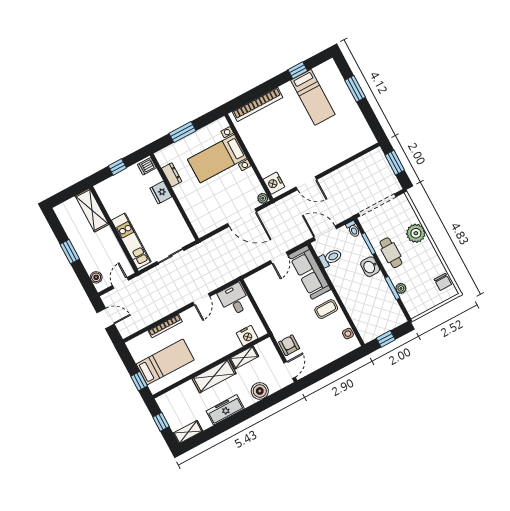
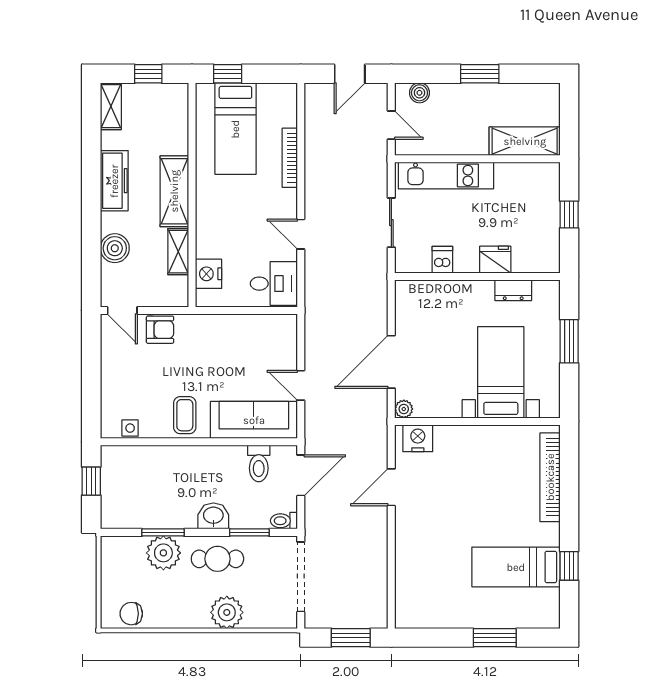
dishwasher: (147, 166) -> (442, 260), moved
plant: (401, 288) -> (163, 553), width x1.87, depth x1.87

